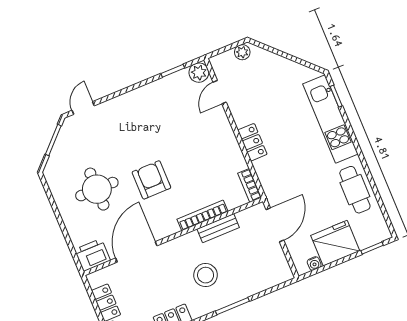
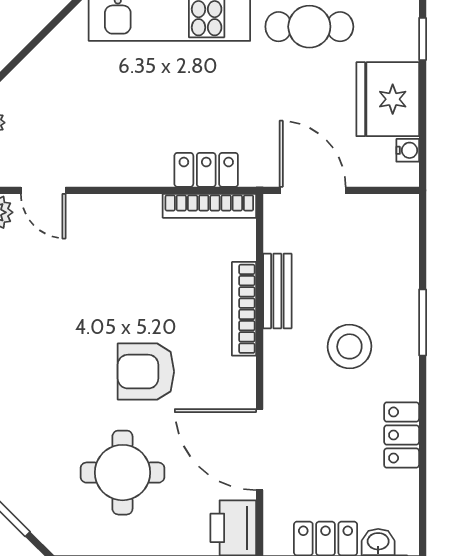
locker: (252, 142) -> (206, 170), moved
bookcase: (250, 185) -> (209, 206), width x1.56

